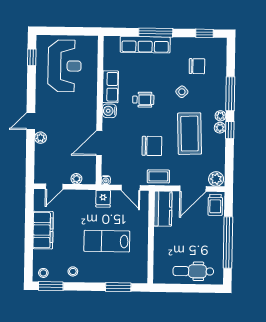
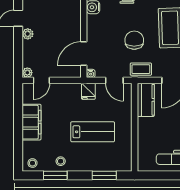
door: (99, 143) -> (84, 54), moved
chair: (152, 146) -> (134, 40), turned -90
plant: (76, 179) -> (27, 73), moved
lab bench: (107, 241) -> (93, 132), turned 180
window: (51, 286) -> (55, 175), moved

